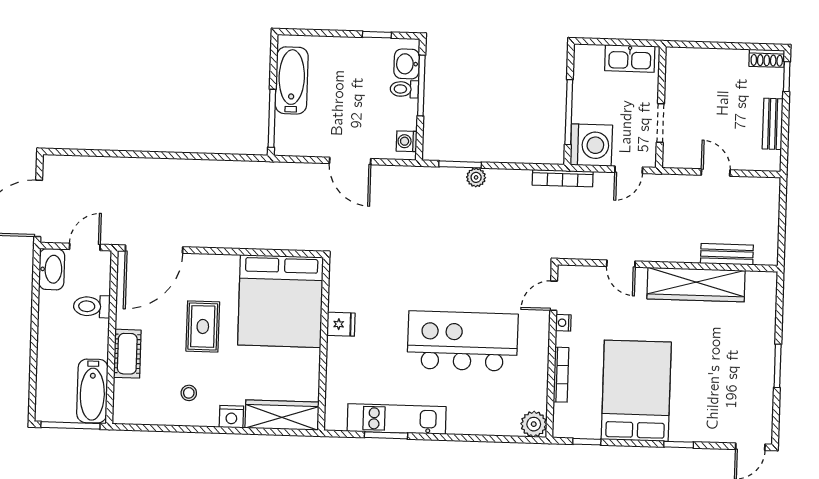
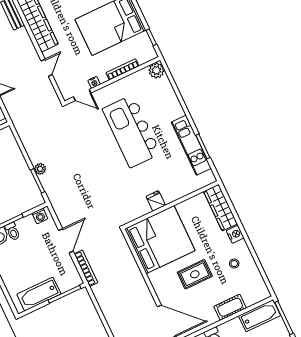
bookcase: (563, 178) -> (86, 268), moved

